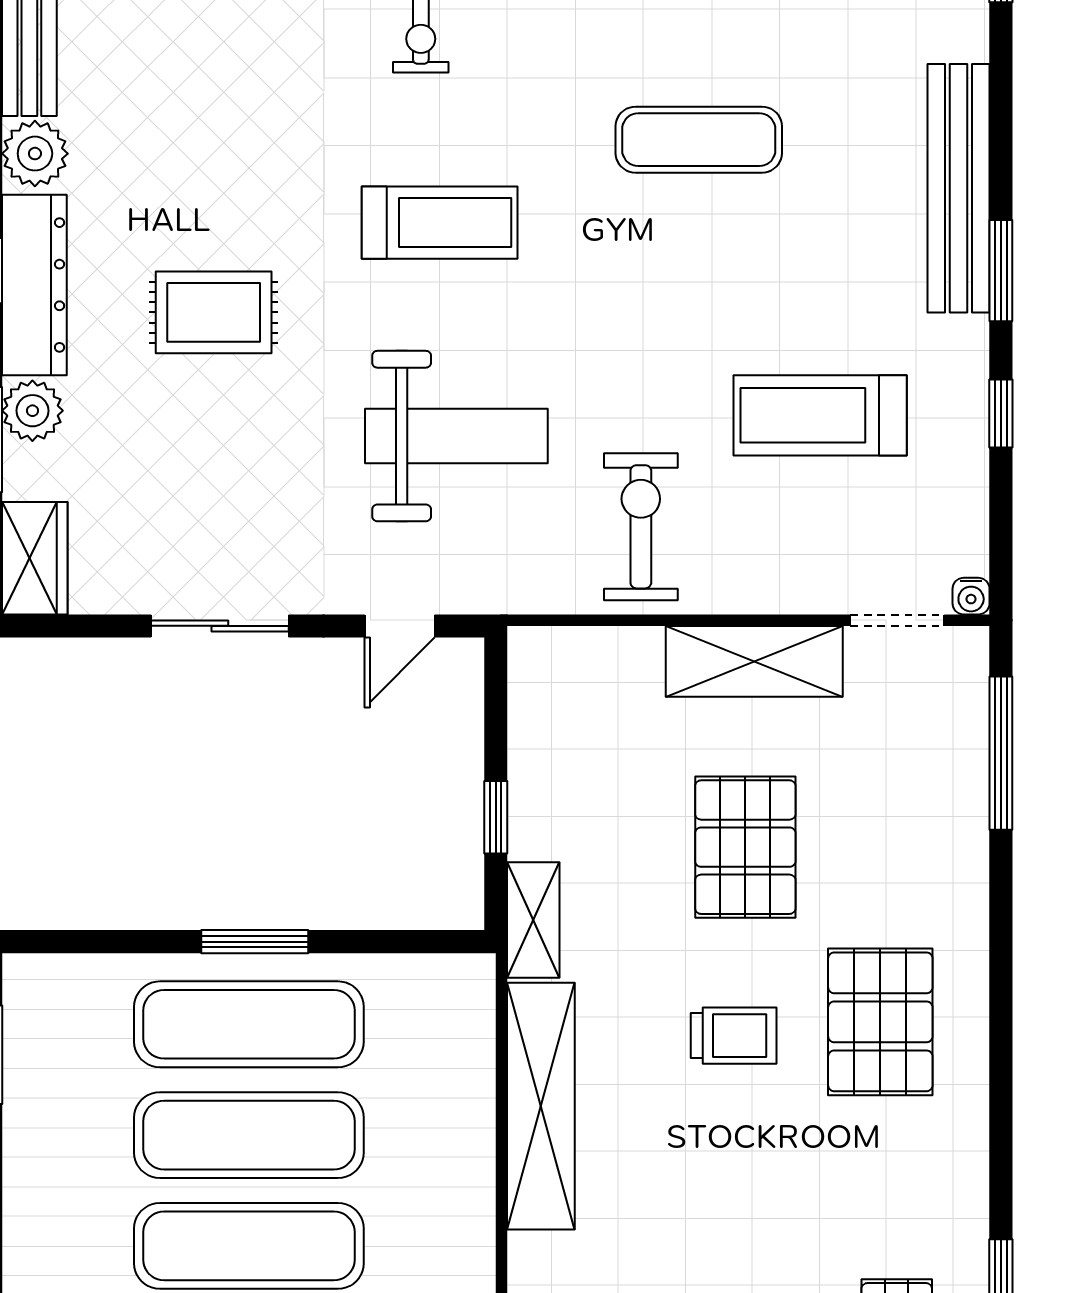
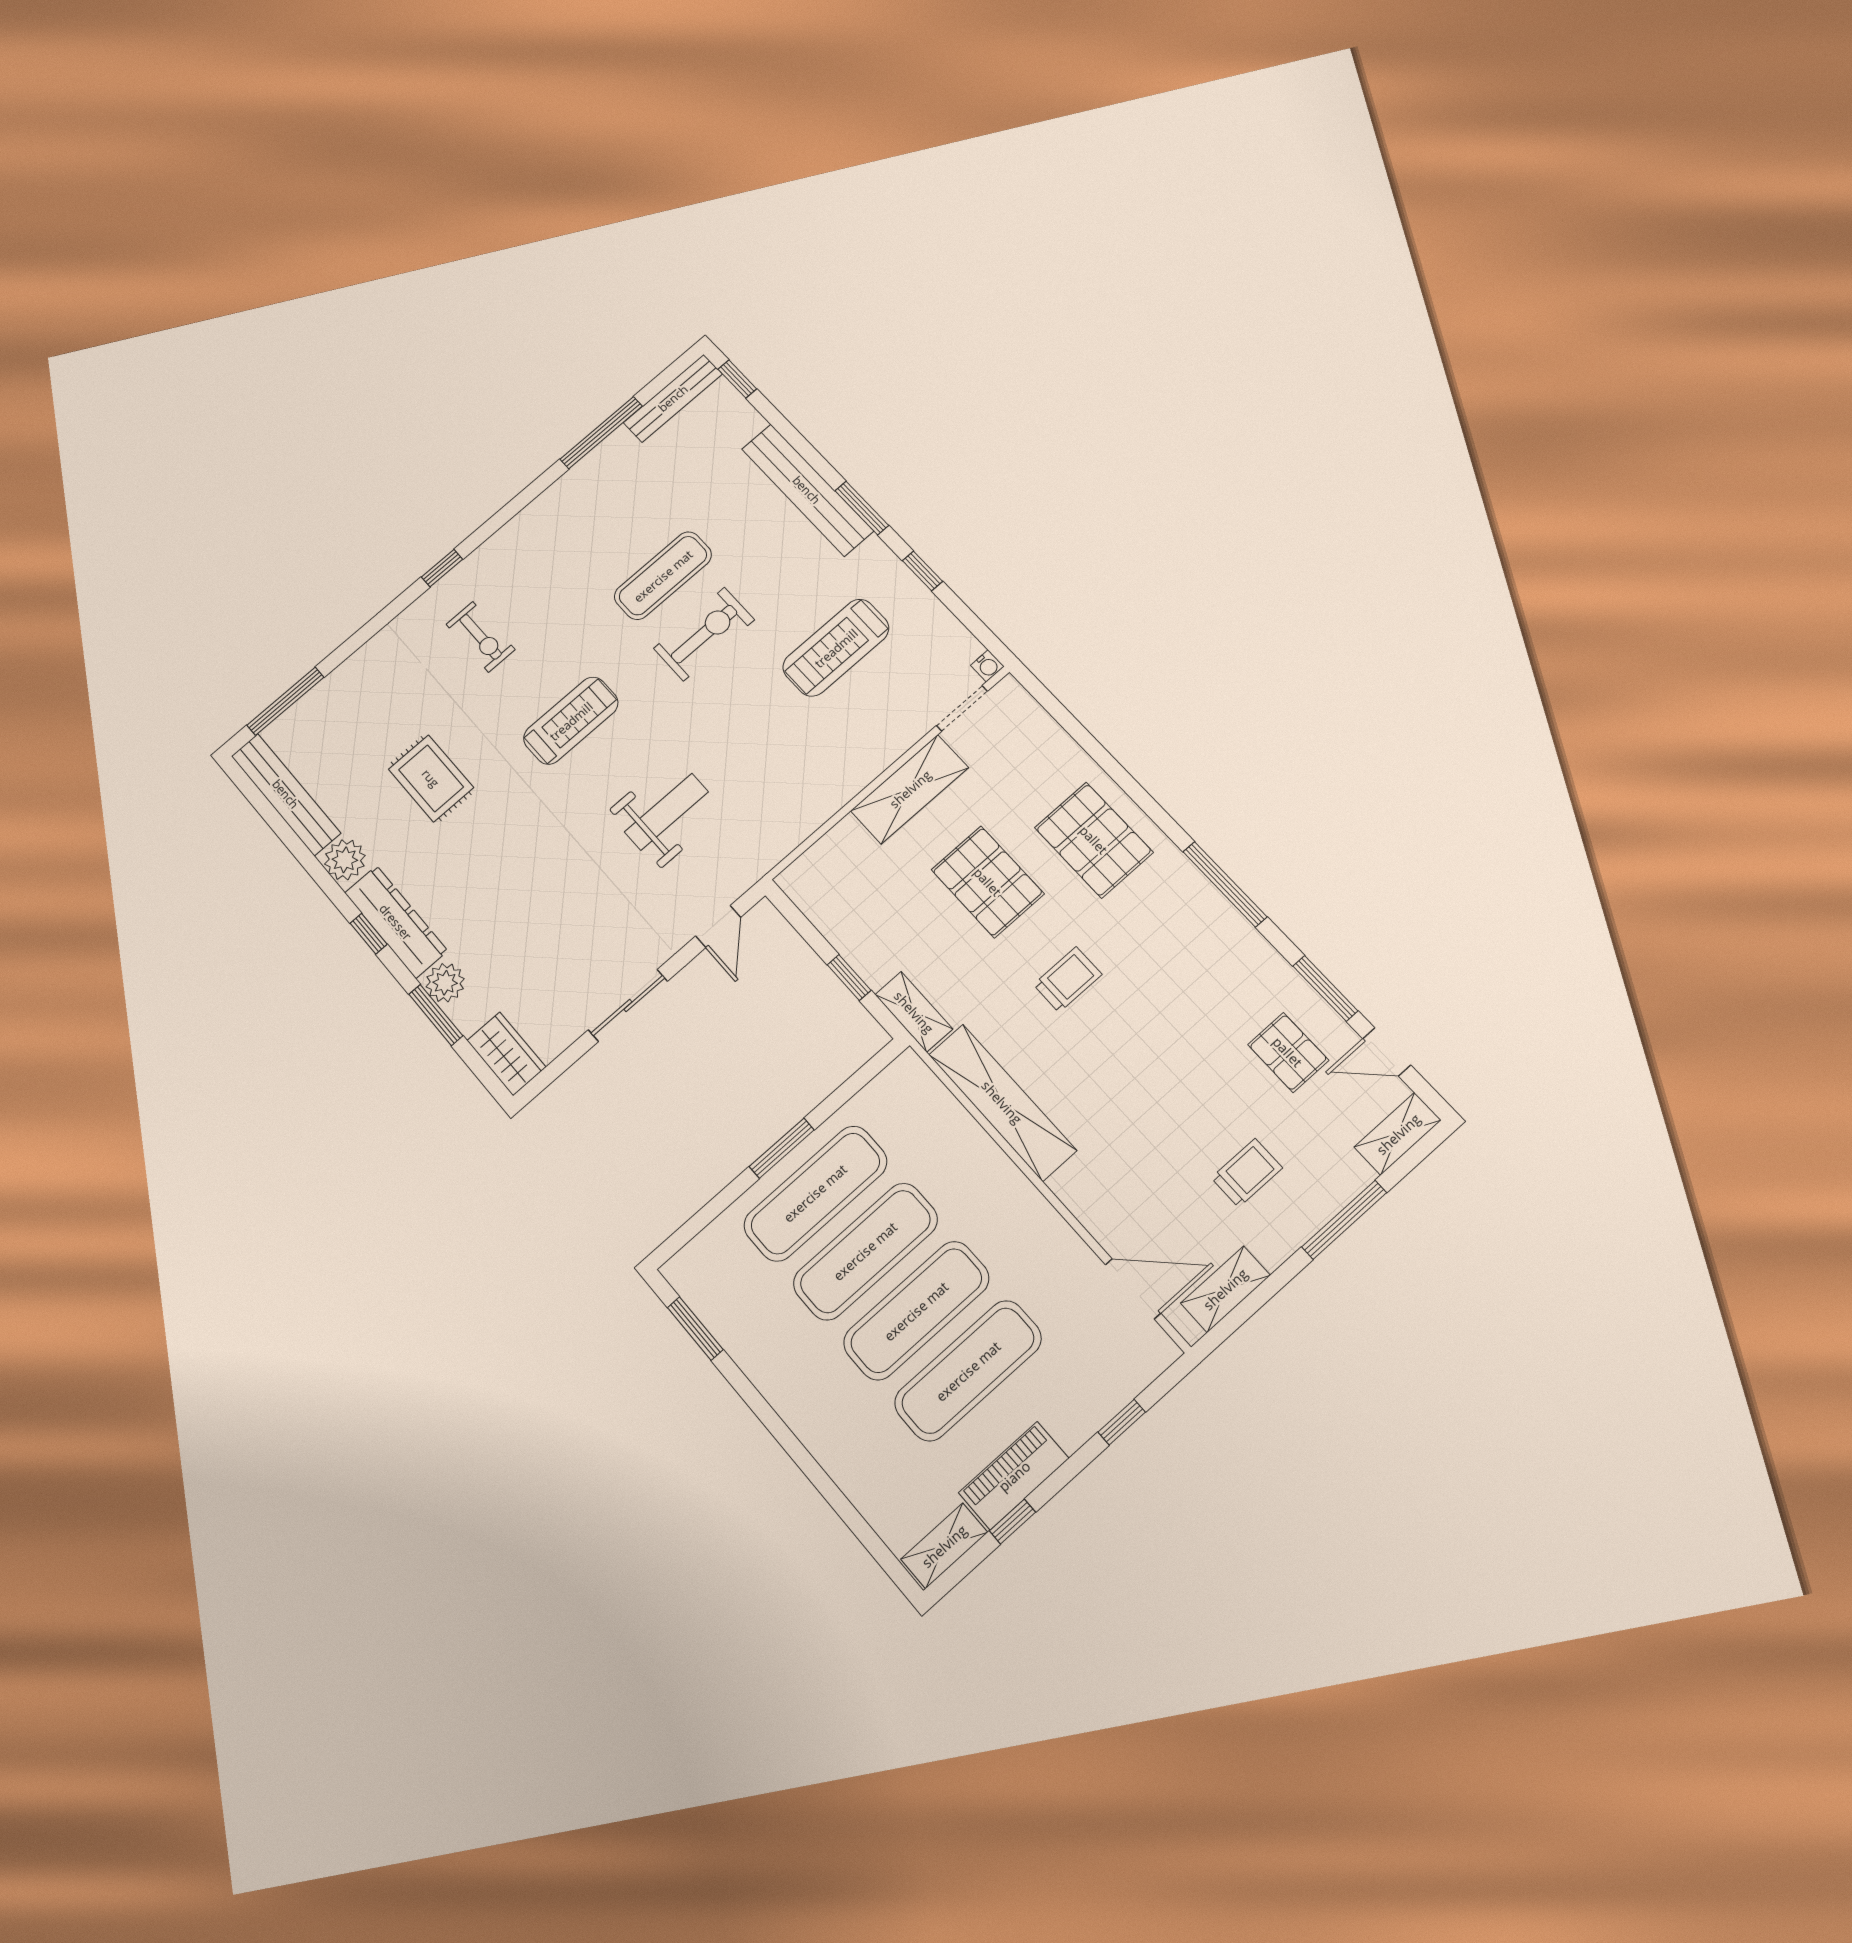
rug: (214, 312) -> (431, 778), moved, turned 90
weight bench: (456, 436) -> (666, 812), width x0.73, depth x0.75
exercise bike: (641, 527) -> (704, 634), moved, turned 90
window: (1001, 753) -> (1225, 884), moved
pallet: (880, 1022) -> (1094, 840), moved

